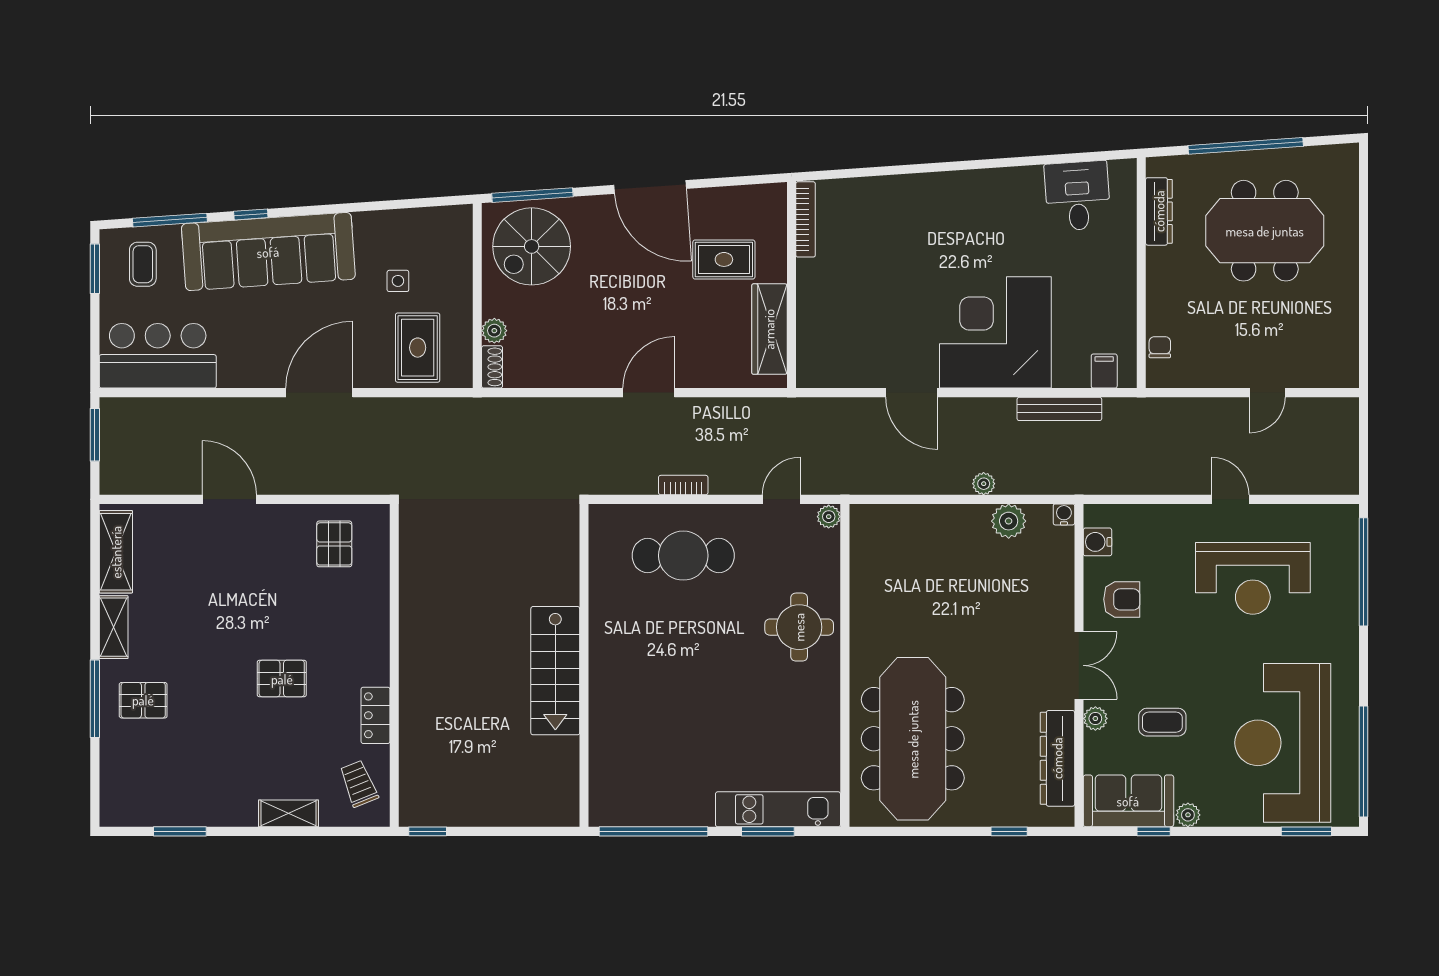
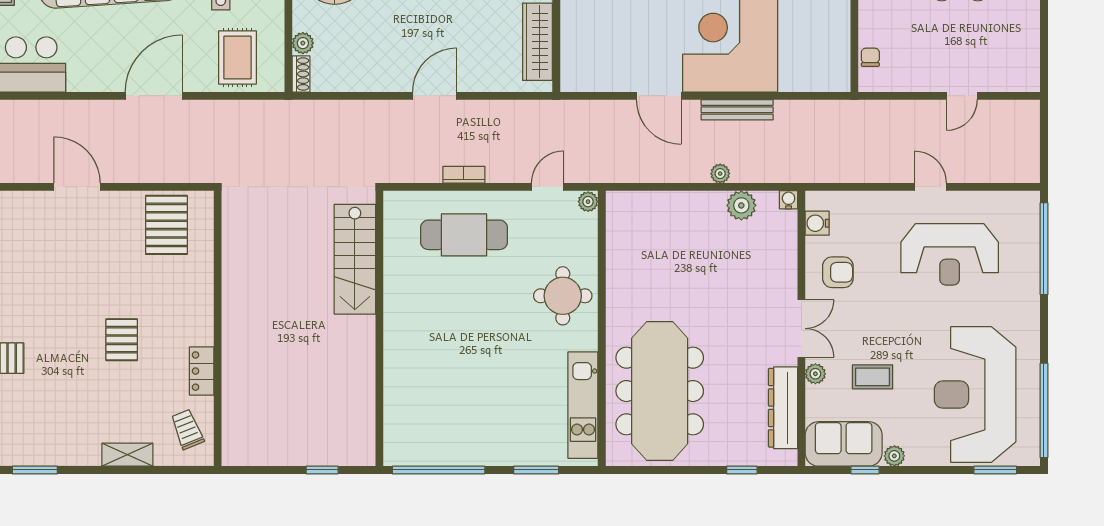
filing cabinet: (1104, 371) -> (823, 77), removed
bench: (1059, 409) -> (737, 110), moved
pallet: (334, 544) -> (166, 225), width x1.50, depth x1.42
stairs: (555, 671) -> (355, 259), moved
pallet: (282, 679) -> (122, 340), turned 90
kitchen unit: (778, 809) -> (583, 405), moved, turned -90
window: (428, 831) -> (322, 470), moved

